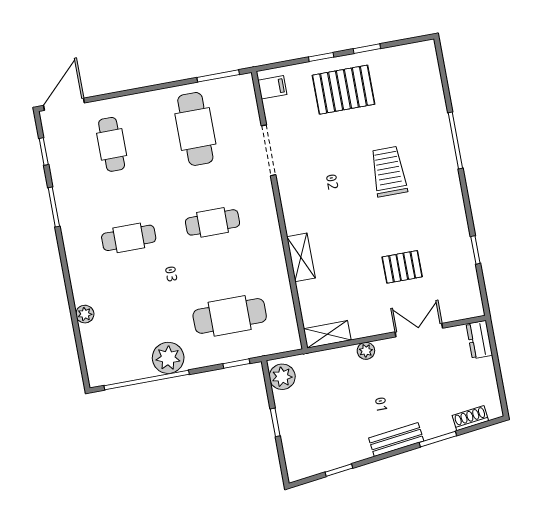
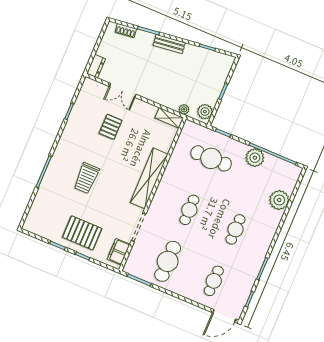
filing cabinet: (272, 87) -> (119, 252), width x2.00
cafe table: (213, 222) -> (189, 210), turned 90
cafe table: (129, 238) -> (236, 229), turned 90
shelving: (301, 257) -> (149, 178), width x2.20, depth x1.33
pallet: (402, 267) -> (111, 127), turned 90
plant: (85, 314) -> (279, 200), width x1.87, depth x1.87
plant: (366, 351) -> (184, 109), moved

